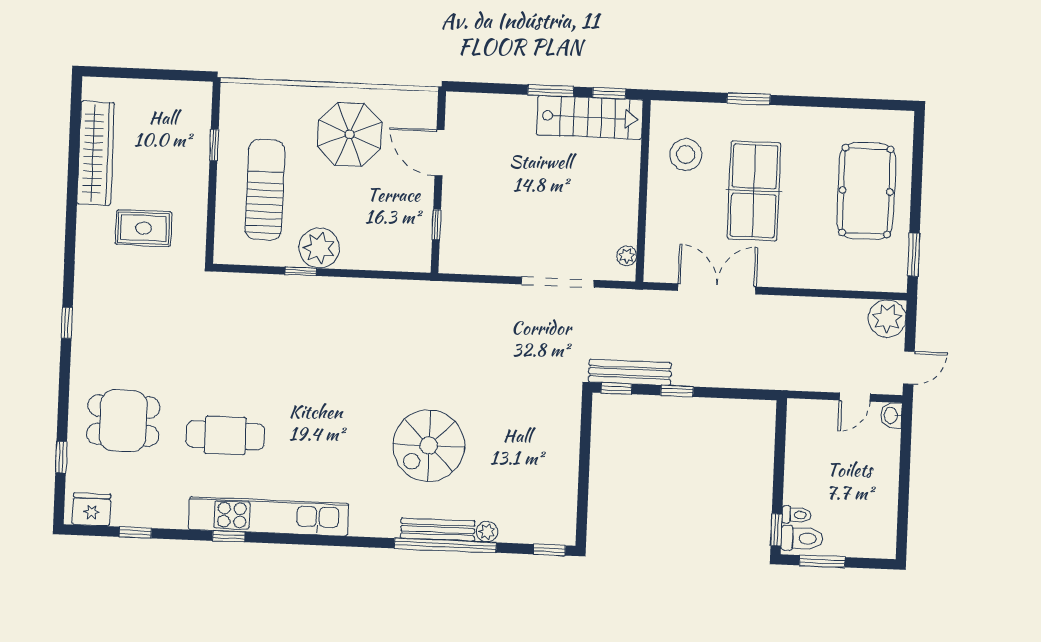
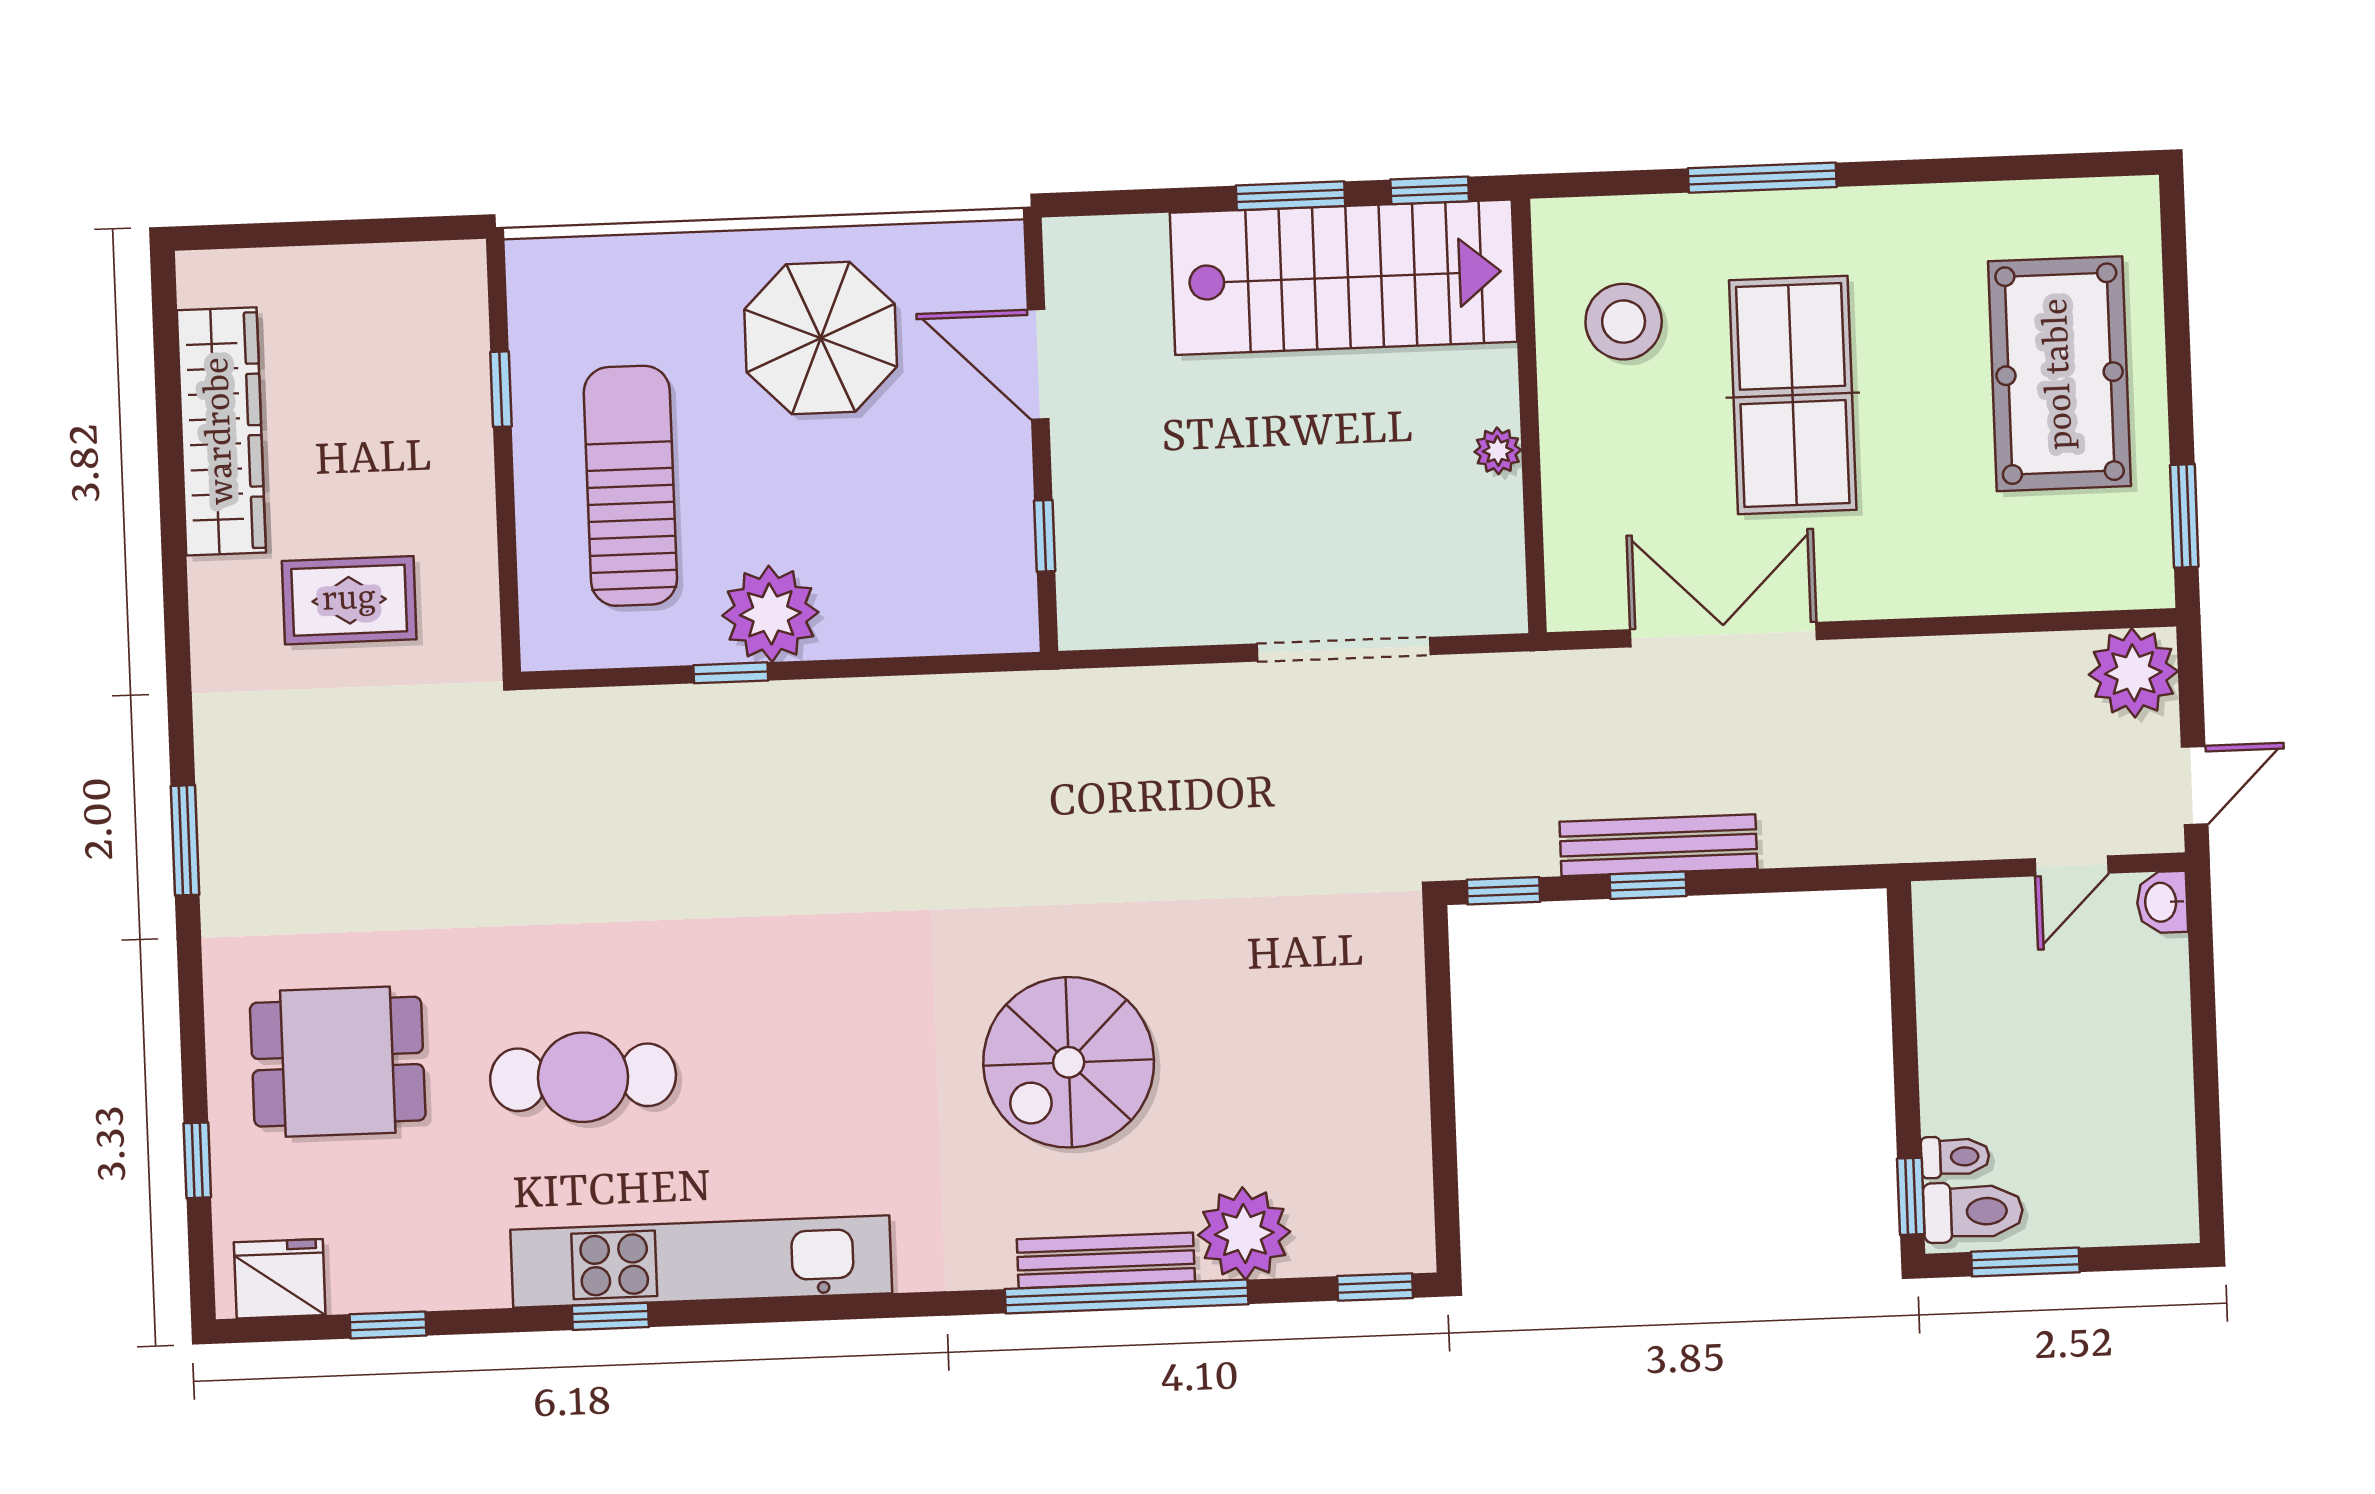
window: (749, 99) -> (1762, 178), width x1.44
stairs: (590, 117) -> (1344, 277), width x1.36, depth x1.51
plant: (627, 256) -> (1498, 451), moved
window: (67, 323) -> (185, 840), width x1.50
bench: (630, 372) -> (1658, 845), moved
plant: (487, 532) -> (1244, 1233), width x1.88, depth x1.88

